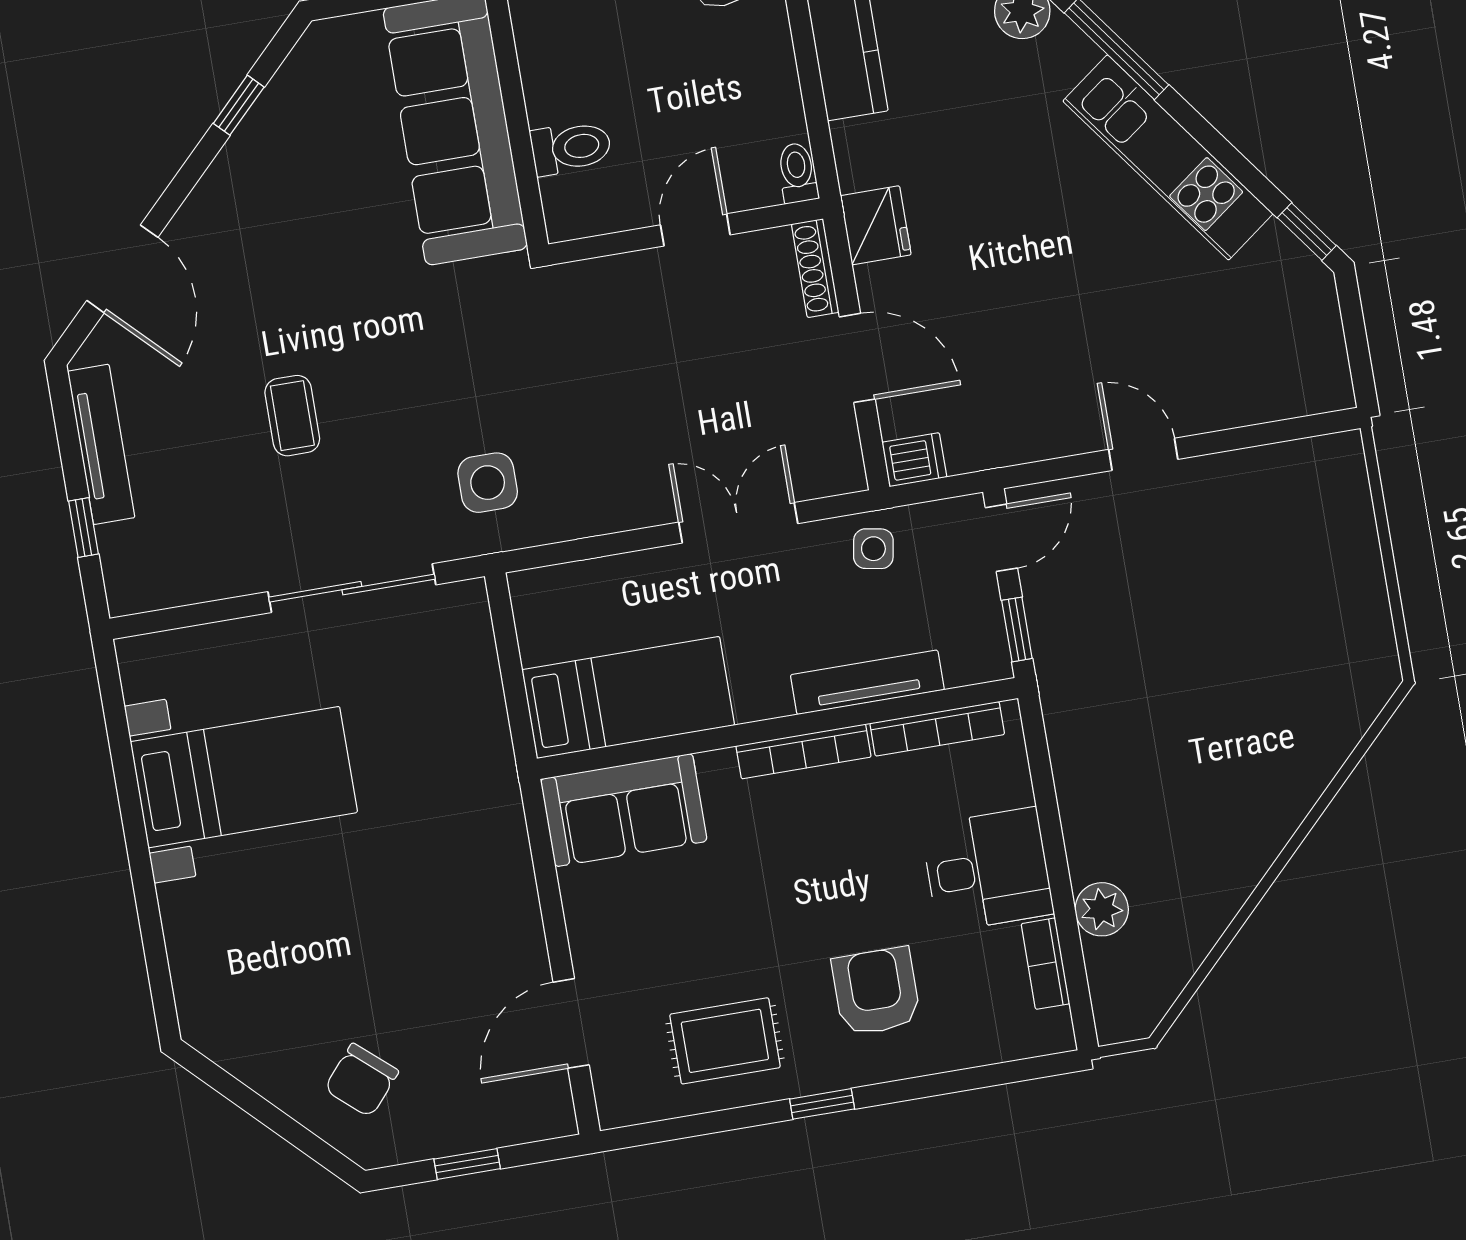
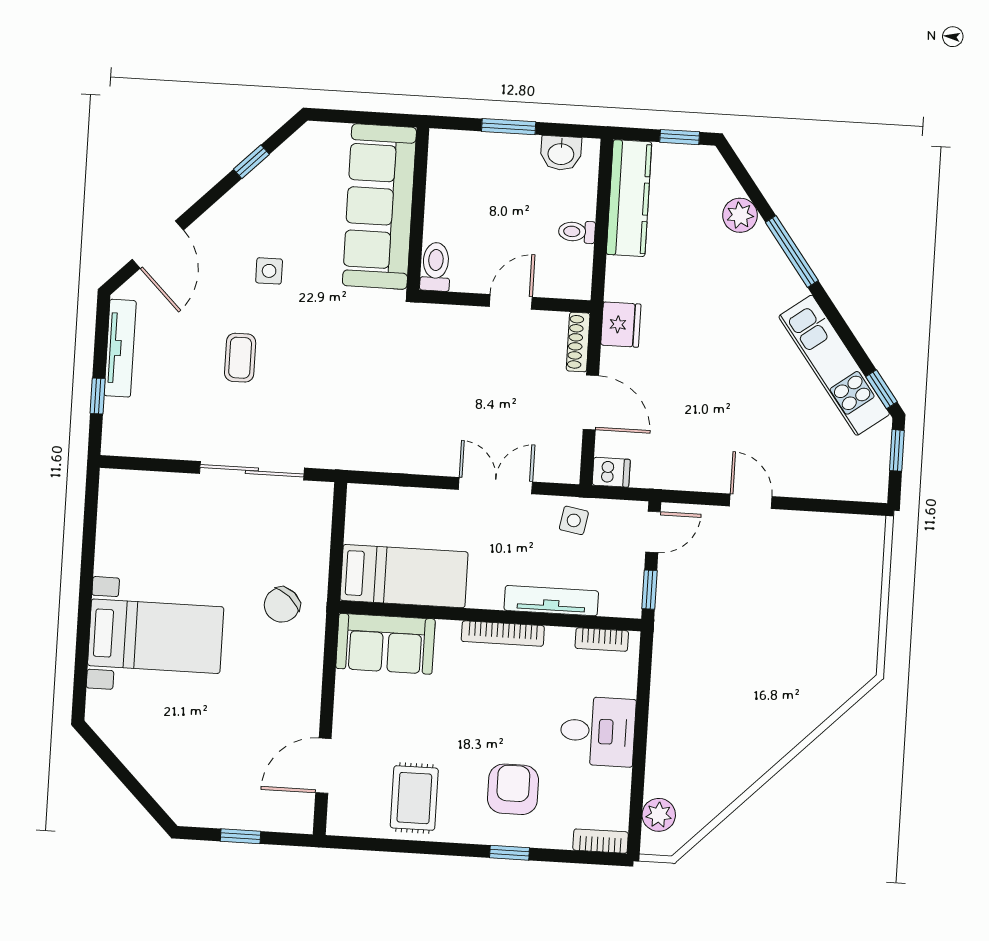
toilet: (571, 148) -> (436, 267), moved, turned -90
kitchen unit: (1168, 157) -> (834, 365), moved
toilet: (797, 173) -> (577, 232), moved, turned -90
window: (1353, 322) -> (897, 450), added
side table: (488, 483) -> (269, 271), moved, width x0.73, depth x0.73
bookcase: (937, 729) -> (602, 640), width x0.64
bed with nightstands: (244, 777) -> (156, 636), moved
plant: (1102, 909) -> (659, 815), moved
bookcase: (1045, 964) -> (601, 841), moved, turned 90
rug: (725, 1041) -> (414, 798), turned 90
chair: (361, 1080) -> (282, 605), moved
window: (822, 1104) -> (510, 853), moved

